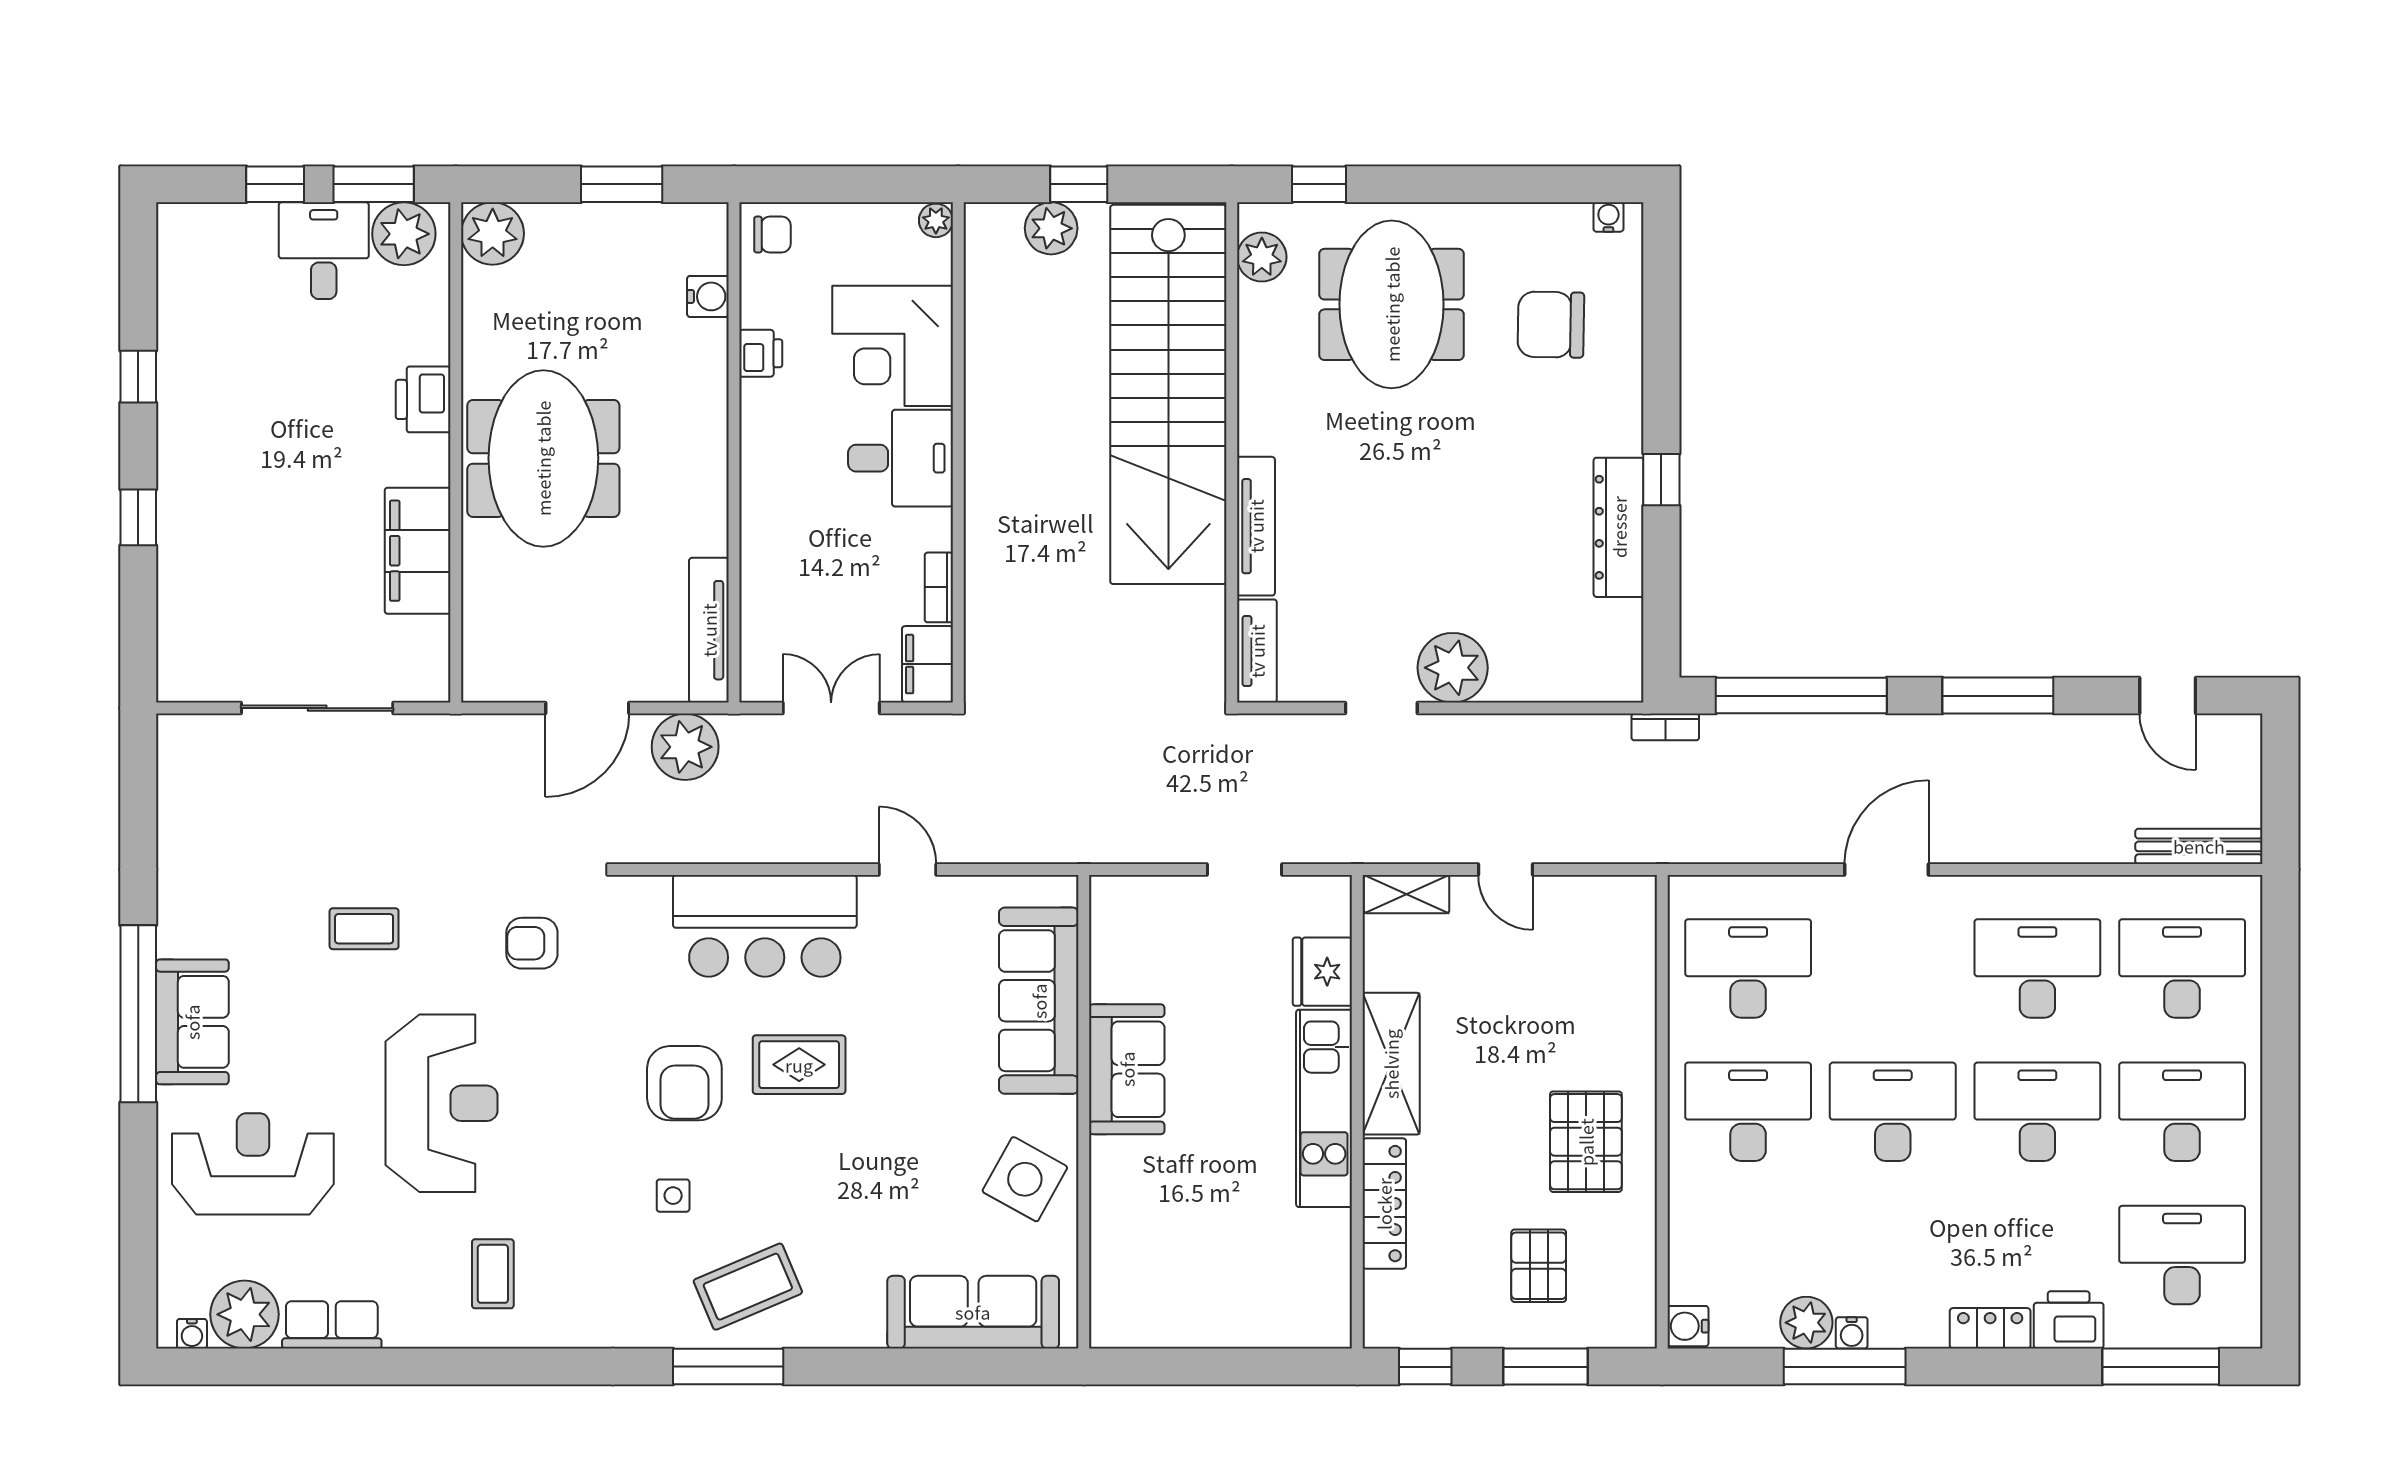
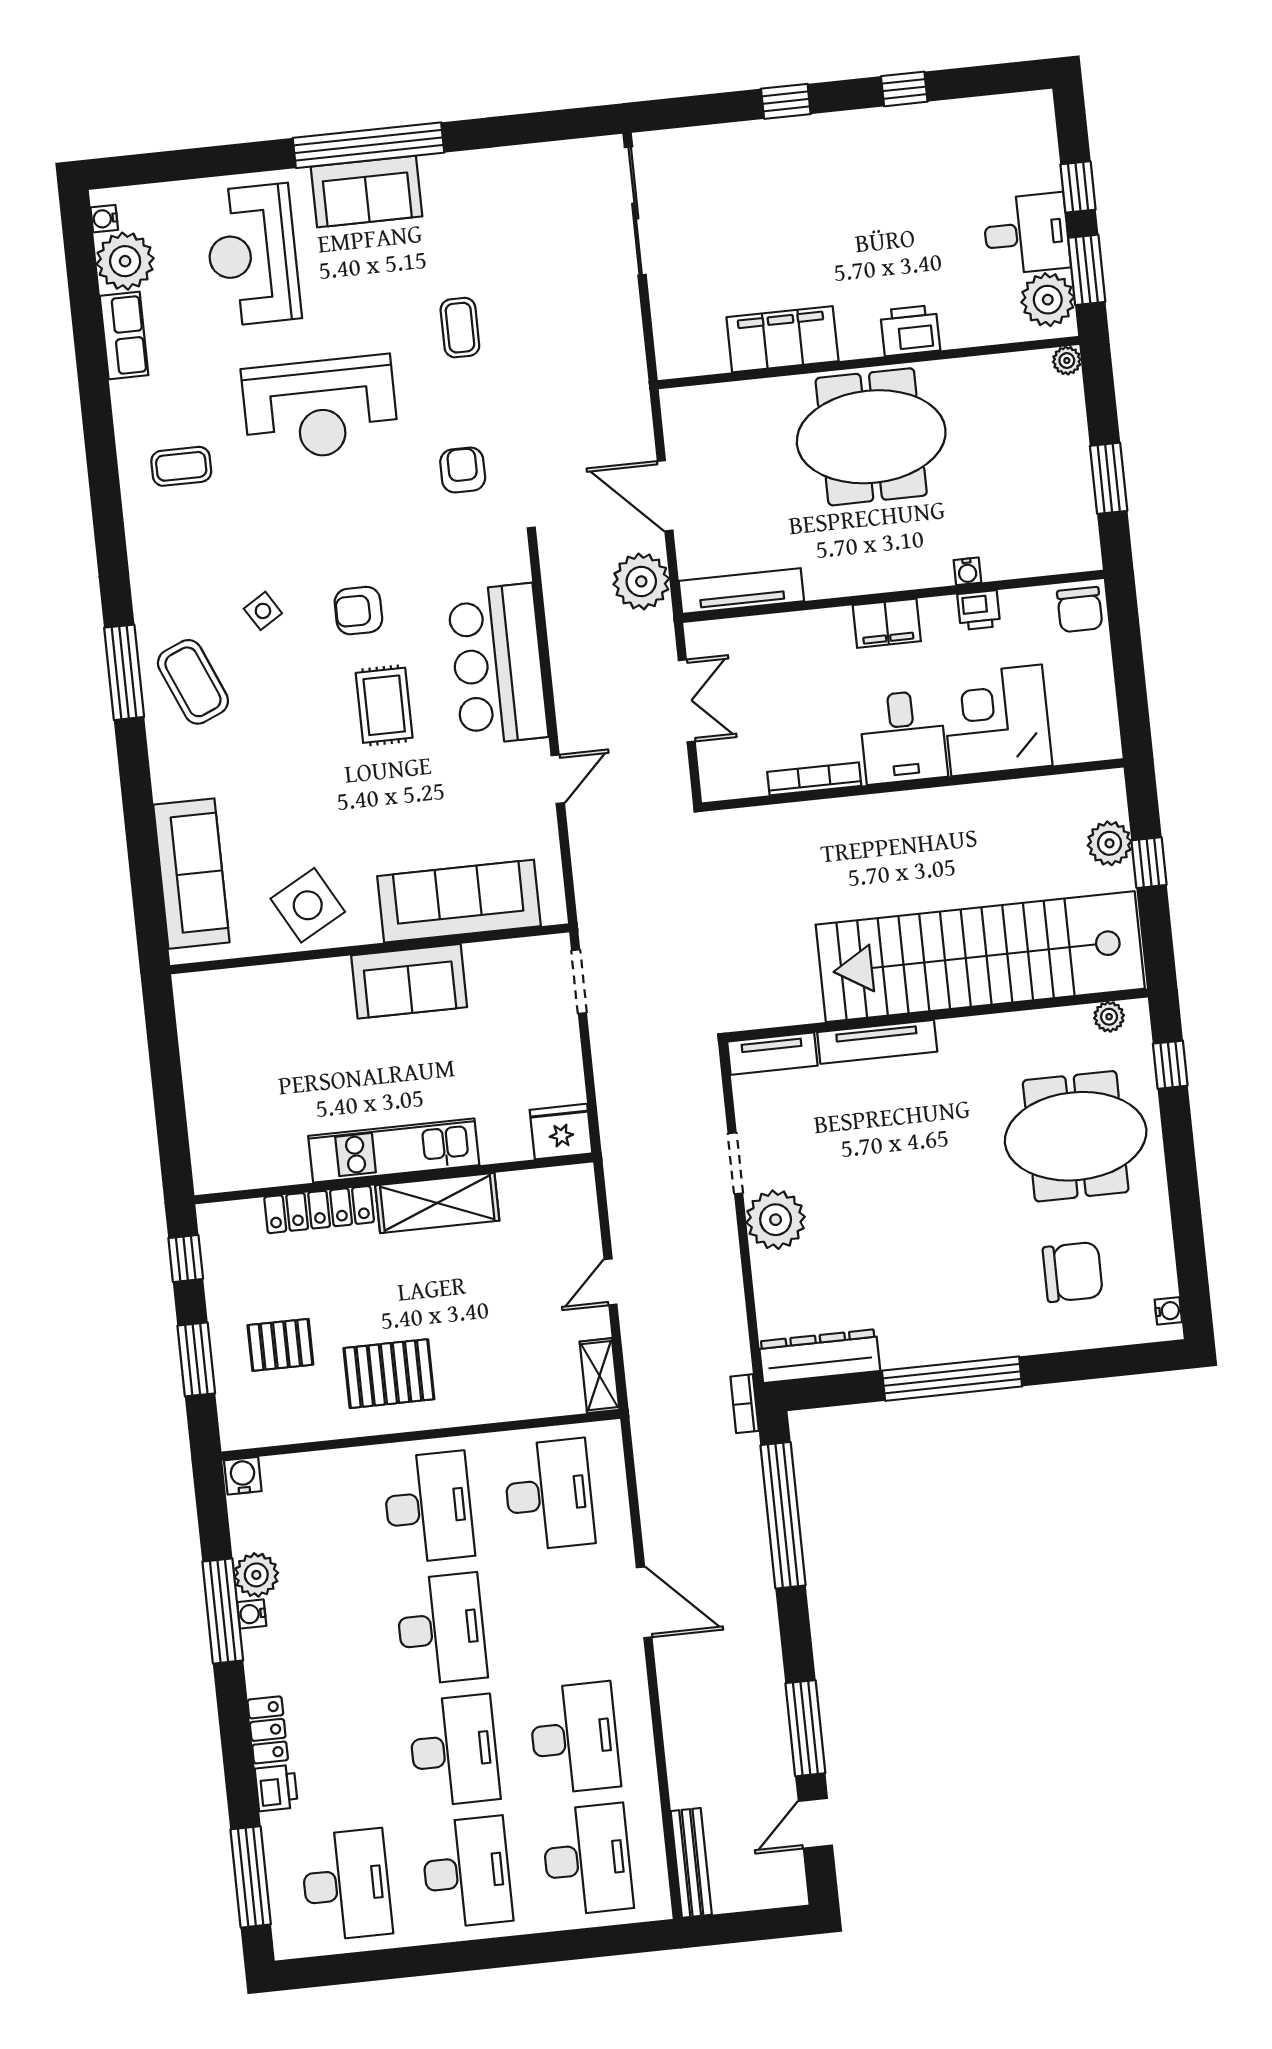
plant: (936, 220) -> (1106, 746), removed
plant: (493, 233) -> (1067, 361), width x0.53, depth x0.53
chair: (772, 234) -> (1080, 610), width x1.37, depth x1.37
plant: (1262, 257) -> (1109, 1017), width x0.73, depth x0.73
water cooler: (708, 296) -> (967, 571), moved, width x0.72, depth x0.72
chair: (1551, 325) -> (1073, 1272), turned 89
window: (1661, 480) -> (952, 1379), width x3.17
dresser: (1619, 527) -> (819, 1356), moved
bookcase: (939, 587) -> (814, 779), width x1.56
filing cabinet: (927, 664) -> (887, 623), moved, turned 180
window: (1998, 696) -> (805, 1728), moved
sliding door: (317, 708) -> (635, 211), moved
doorway: (1244, 870) -> (579, 982), moved
shelving: (1407, 894) -> (600, 1376), moved
fridge: (1322, 972) -> (561, 1132), moved
armchair: (684, 1083) -> (358, 611), width x0.72, depth x0.72
reception desk: (253, 1164) -> (252, 255), turned 180
side table: (1025, 1179) -> (308, 905), turned 32
side table: (673, 1196) -> (263, 611), turned -32
printer: (2069, 1320) -> (276, 1788), width x0.73, depth x0.81

